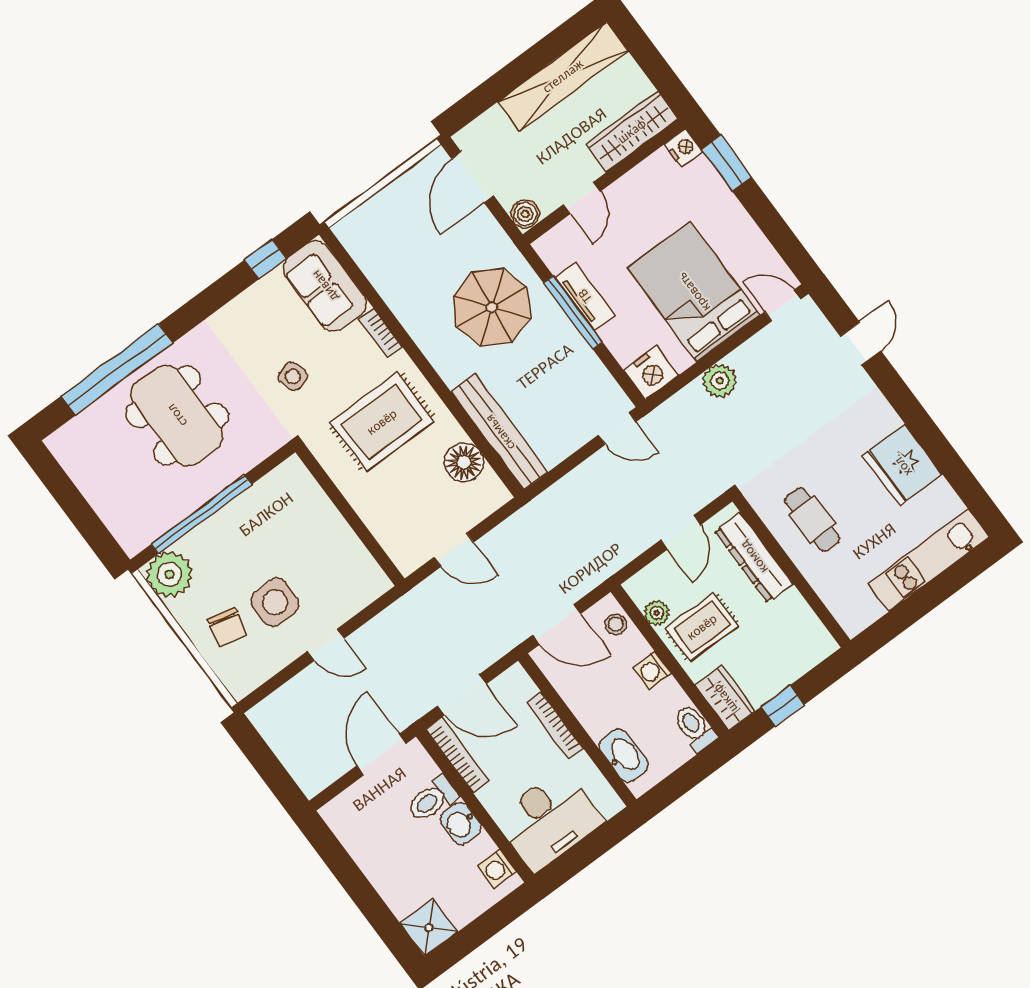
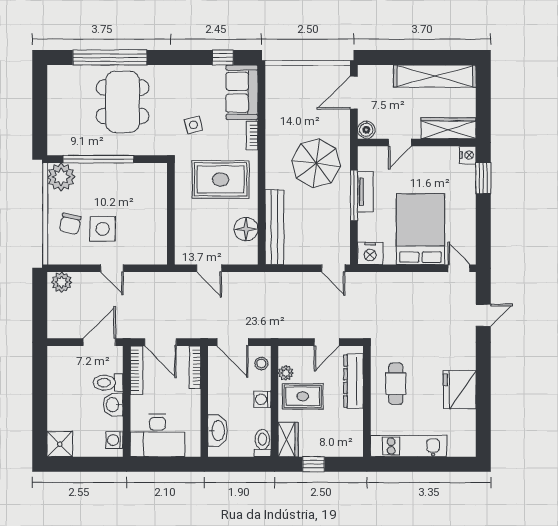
plant: (720, 381) -> (62, 282), moved
kitchen unit: (929, 560) -> (409, 446), moved
bookcase: (555, 725) -> (195, 367), moved

